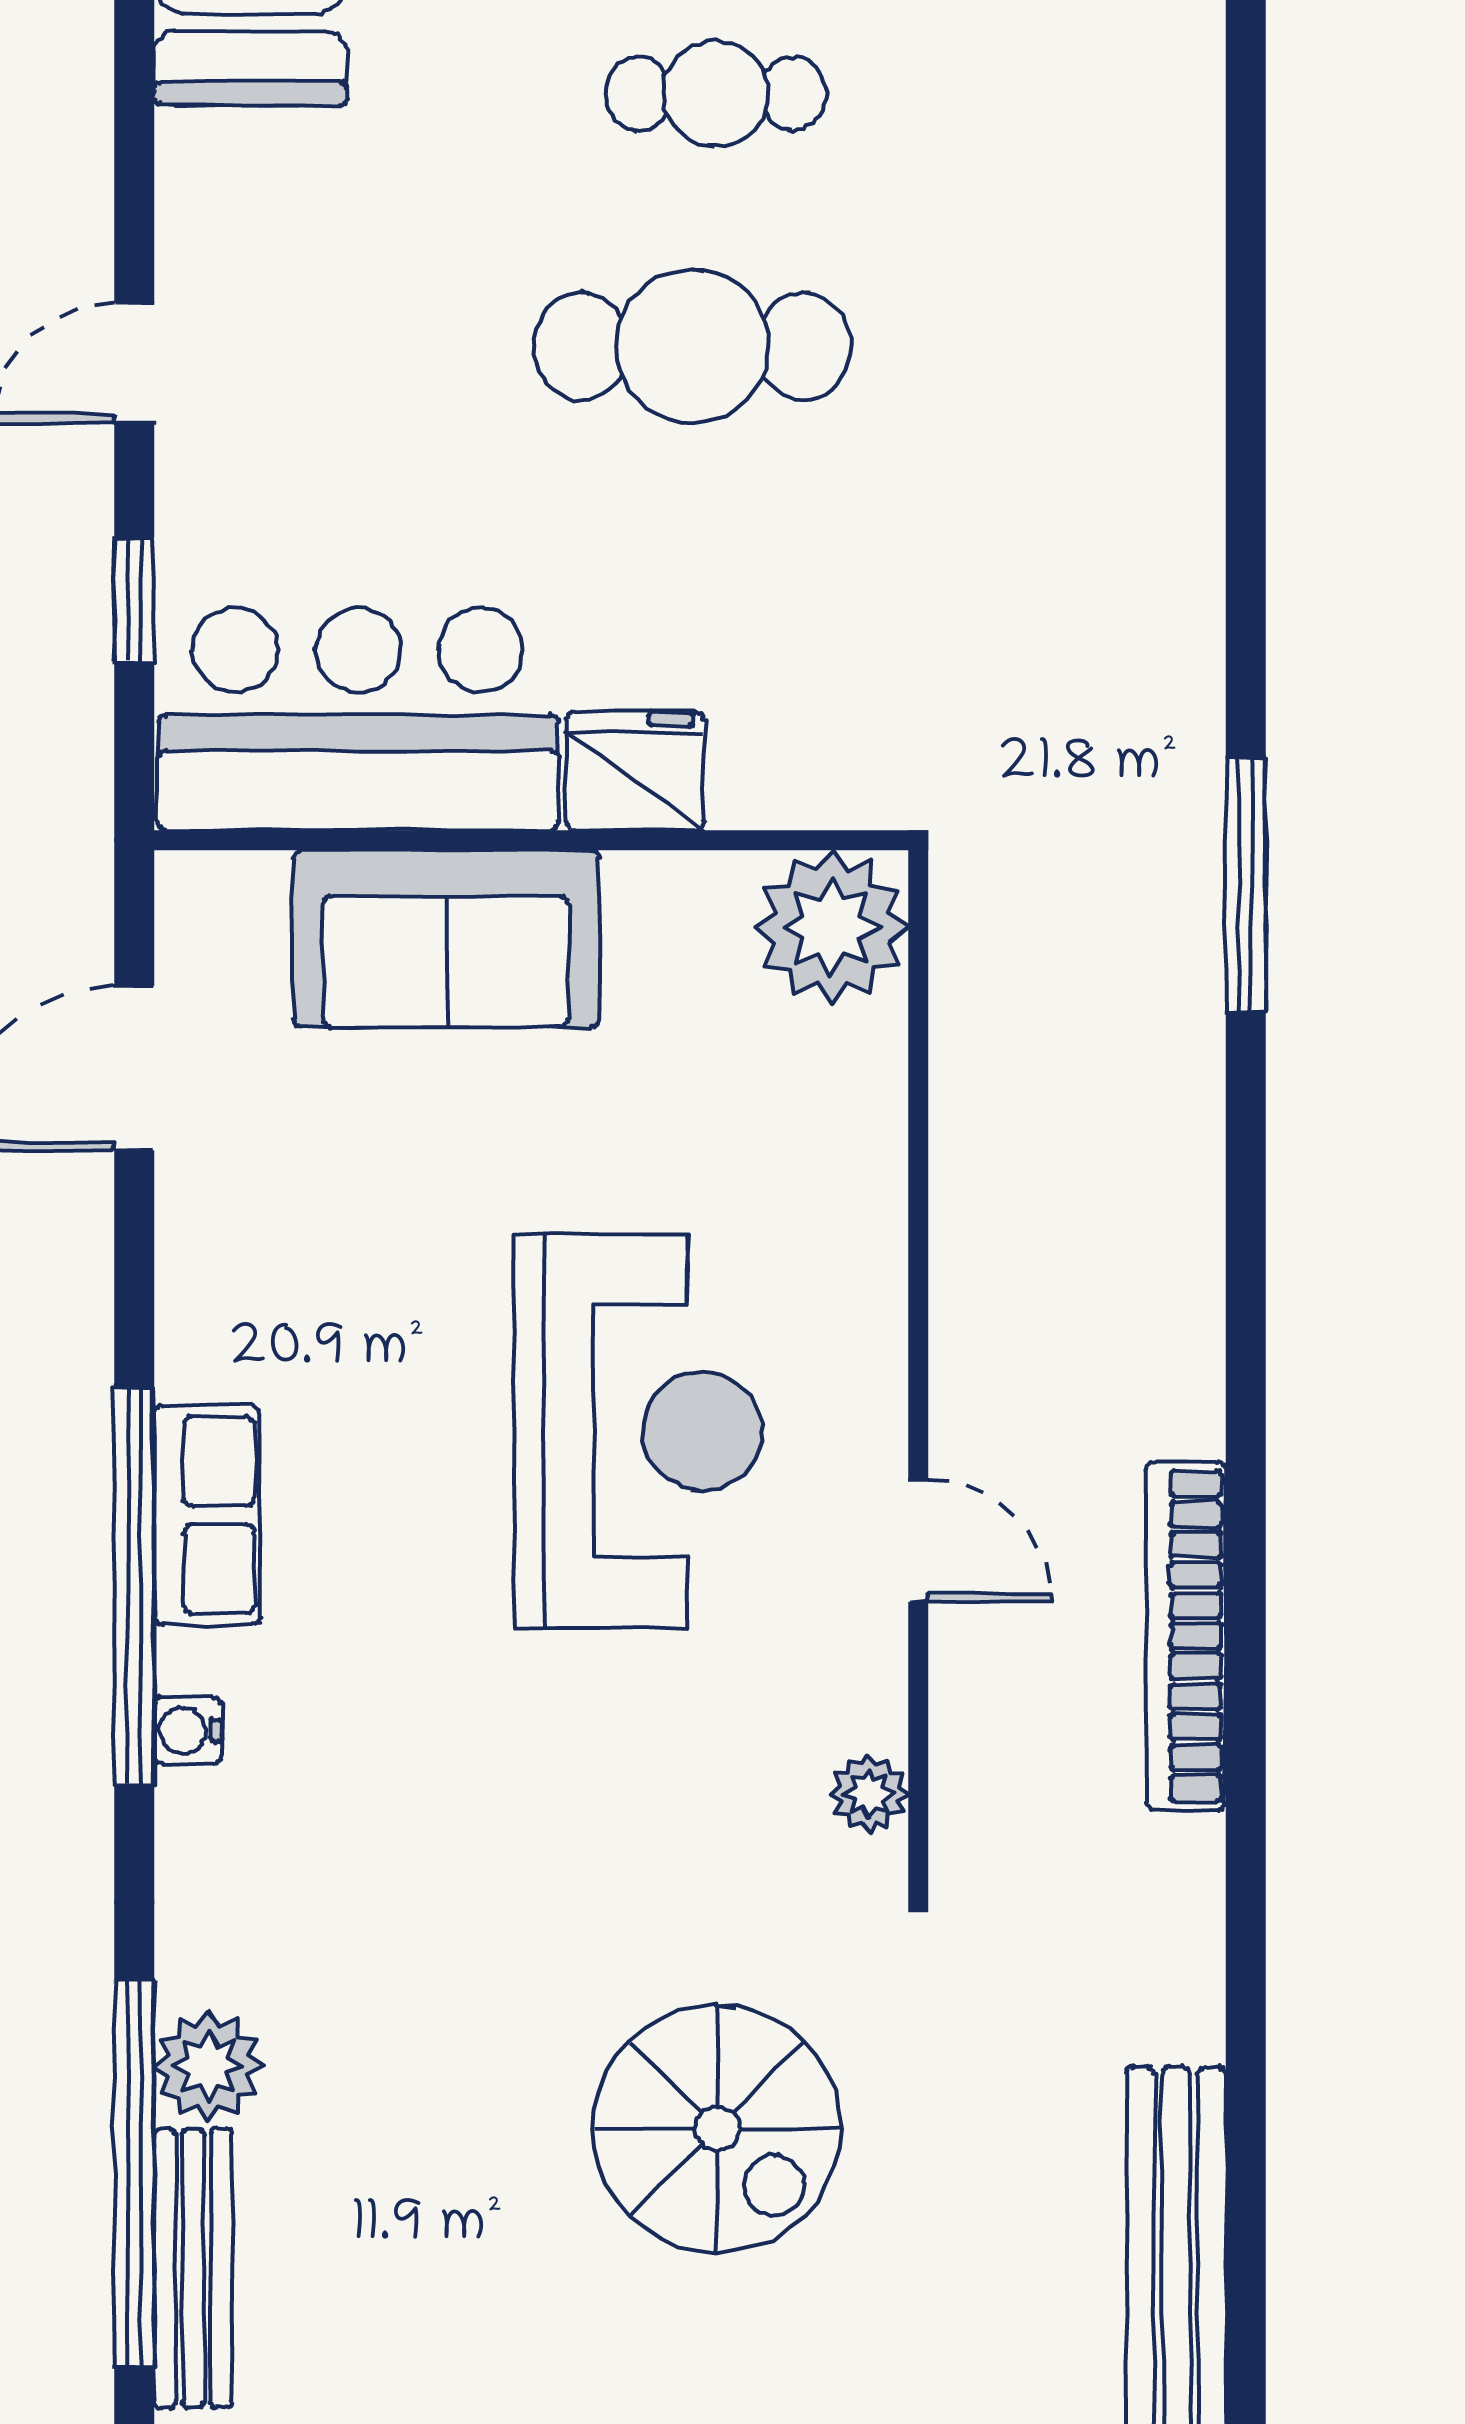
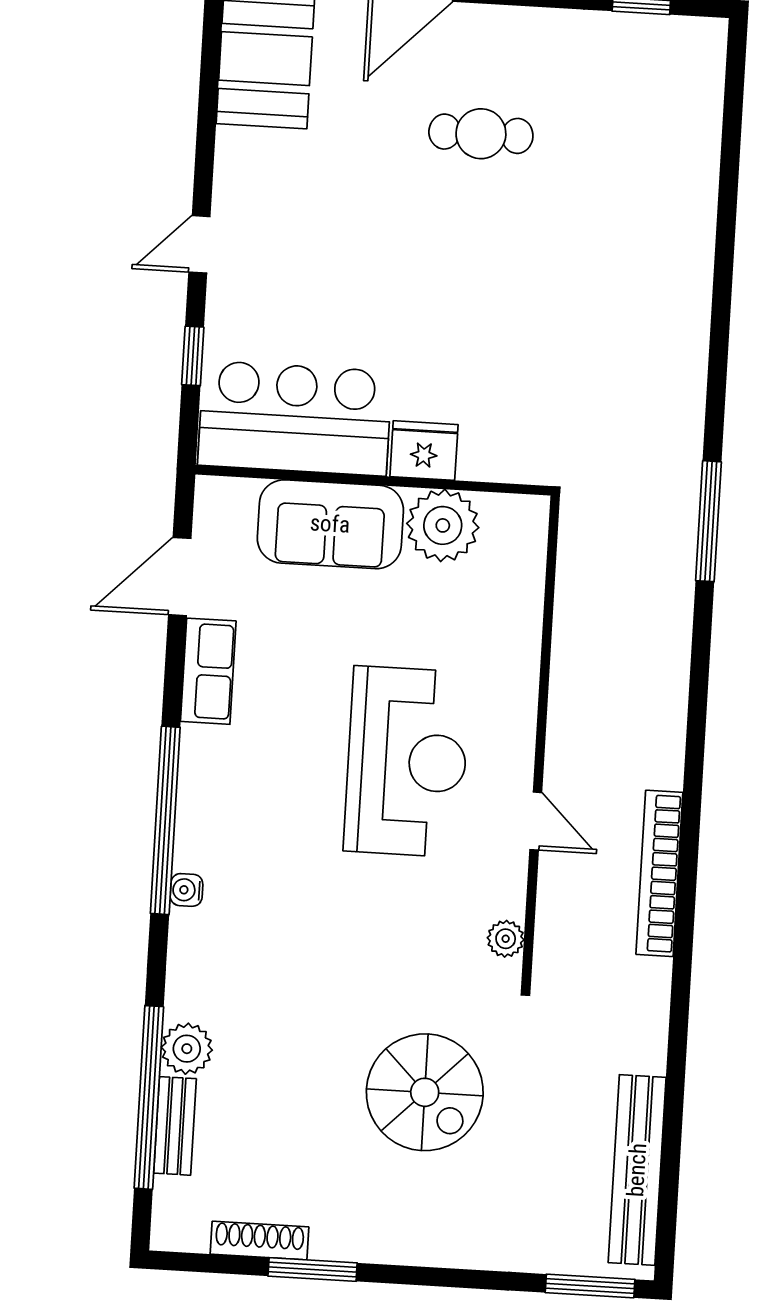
cafe table: (692, 346) -> (463, 252), removed
plant: (831, 927) -> (443, 525), moved
row of seats: (207, 1515) -> (208, 671), moved
bench: (193, 2268) -> (175, 1126), width x0.73

